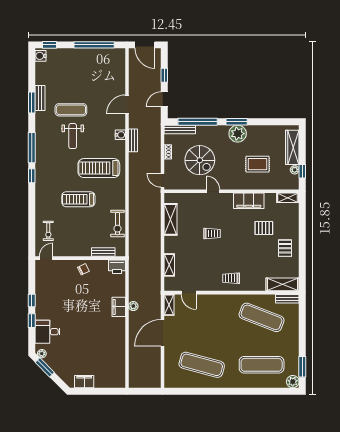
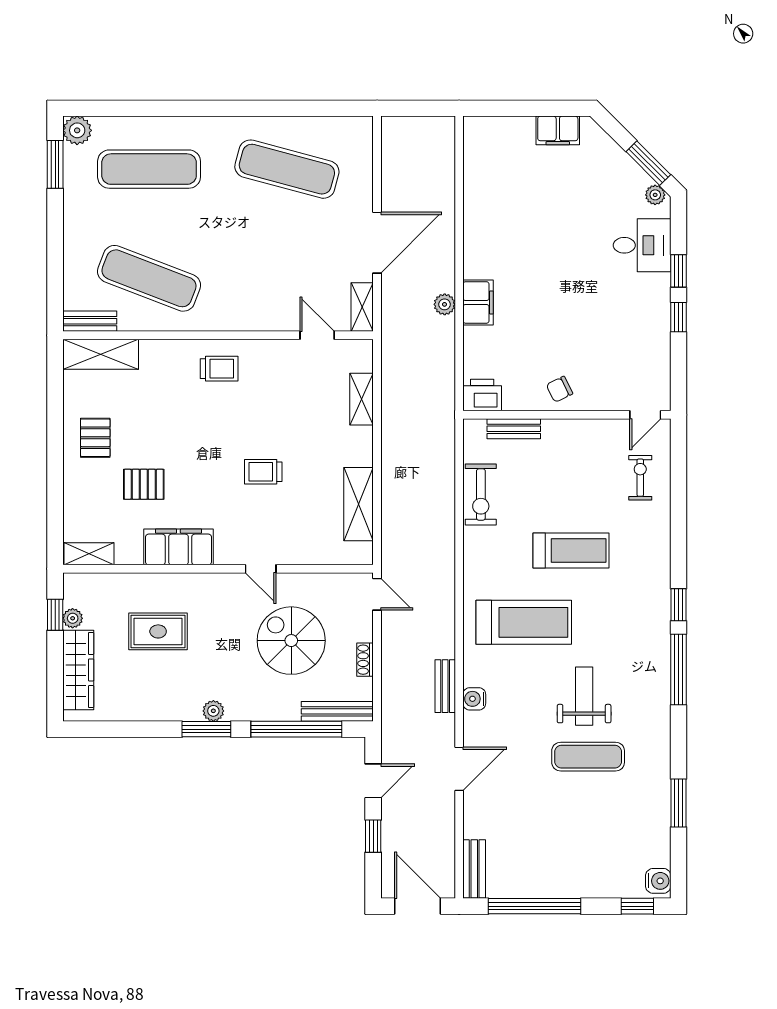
bench: (40, 98) -> (474, 869), moved
window: (32, 103) -> (678, 803), moved
plant: (238, 134) -> (213, 711), width x0.53, depth x0.53
exercise bike: (118, 224) -> (481, 494), turned 180

